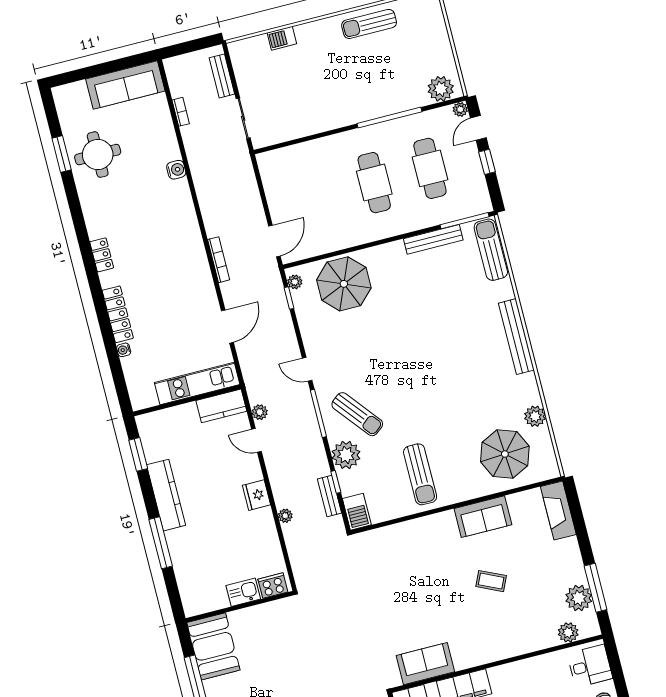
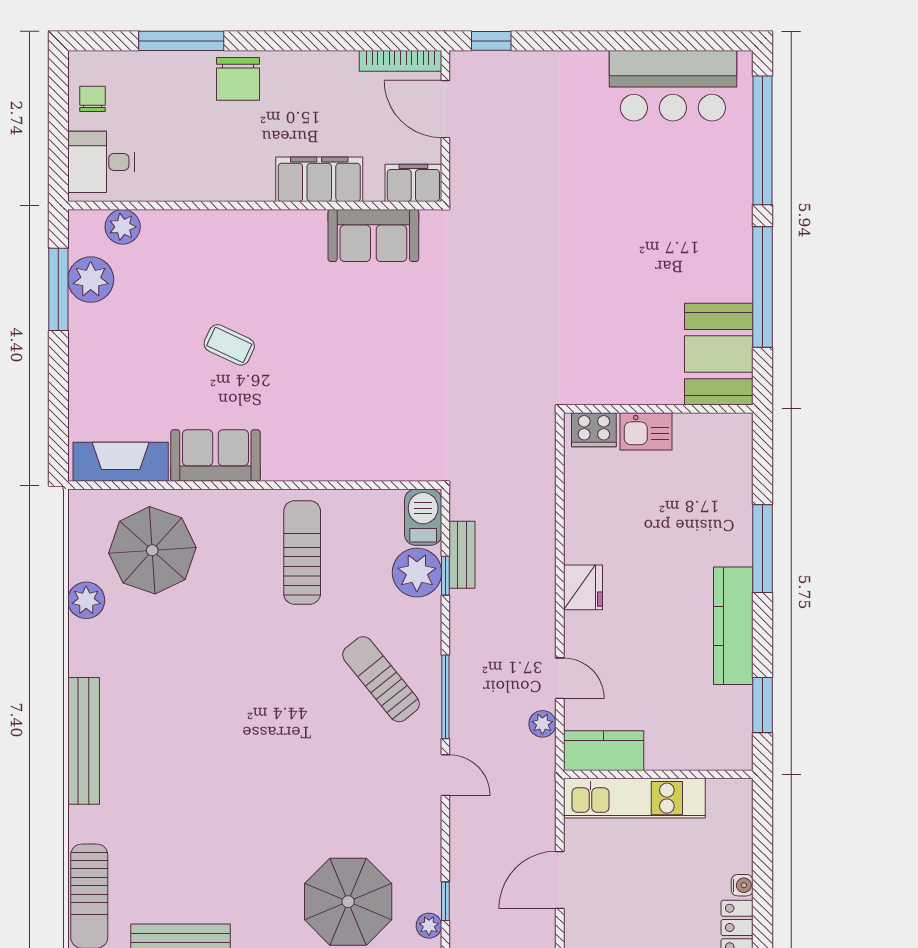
plant: (346, 455) -> (417, 573), moved
fireplace: (558, 510) -> (121, 462), moved, turned -90
plant: (285, 516) -> (544, 541), removed

